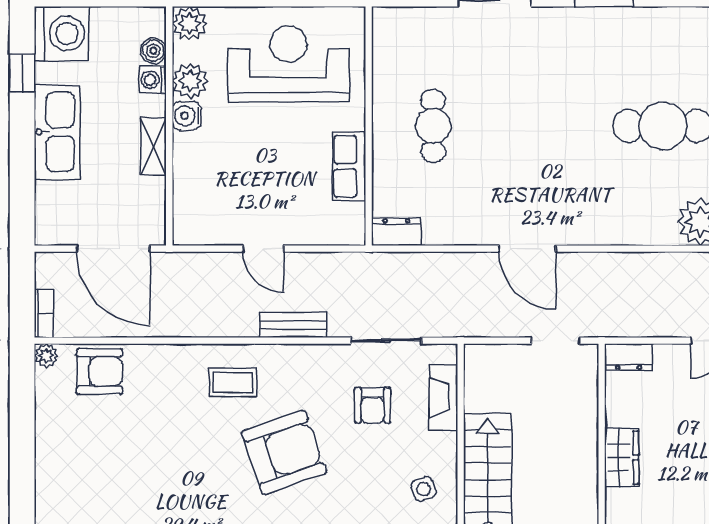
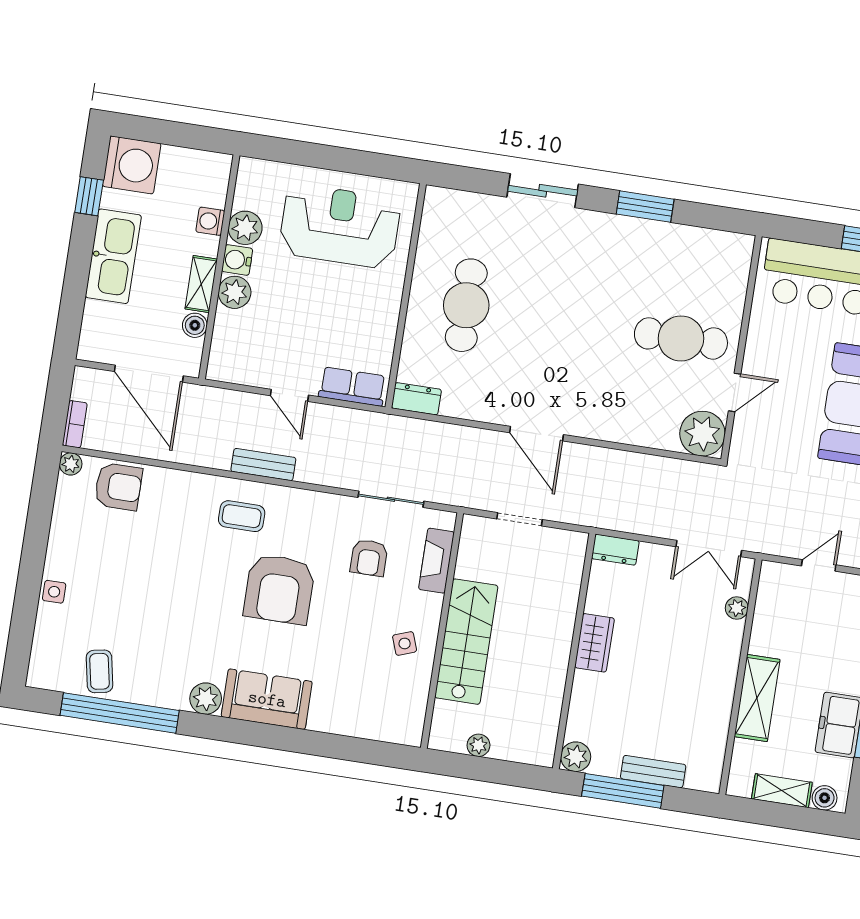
plant: (189, 23) -> (235, 292), moved
boiler: (153, 51) -> (195, 325), moved
cafe table: (433, 126) -> (466, 305), width x1.37, depth x1.35
row of seats: (349, 166) -> (352, 387), moved, turned 90
bench: (293, 325) -> (263, 464), moved
doorway: (555, 341) -> (520, 519), moved
armchair: (284, 452) -> (279, 589), turned 109
side table: (50, 492) -> (54, 592), added

